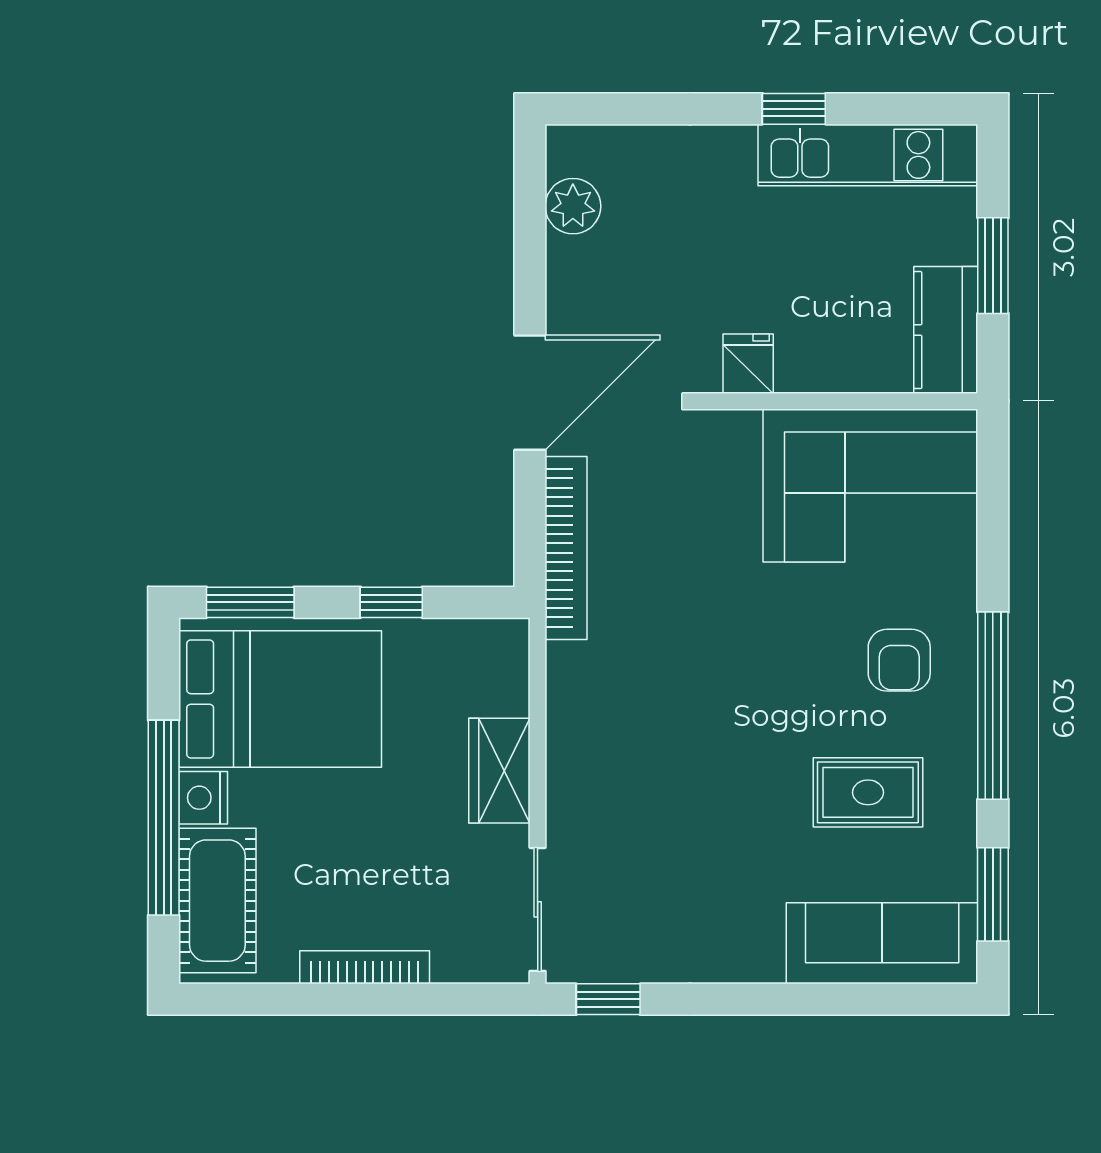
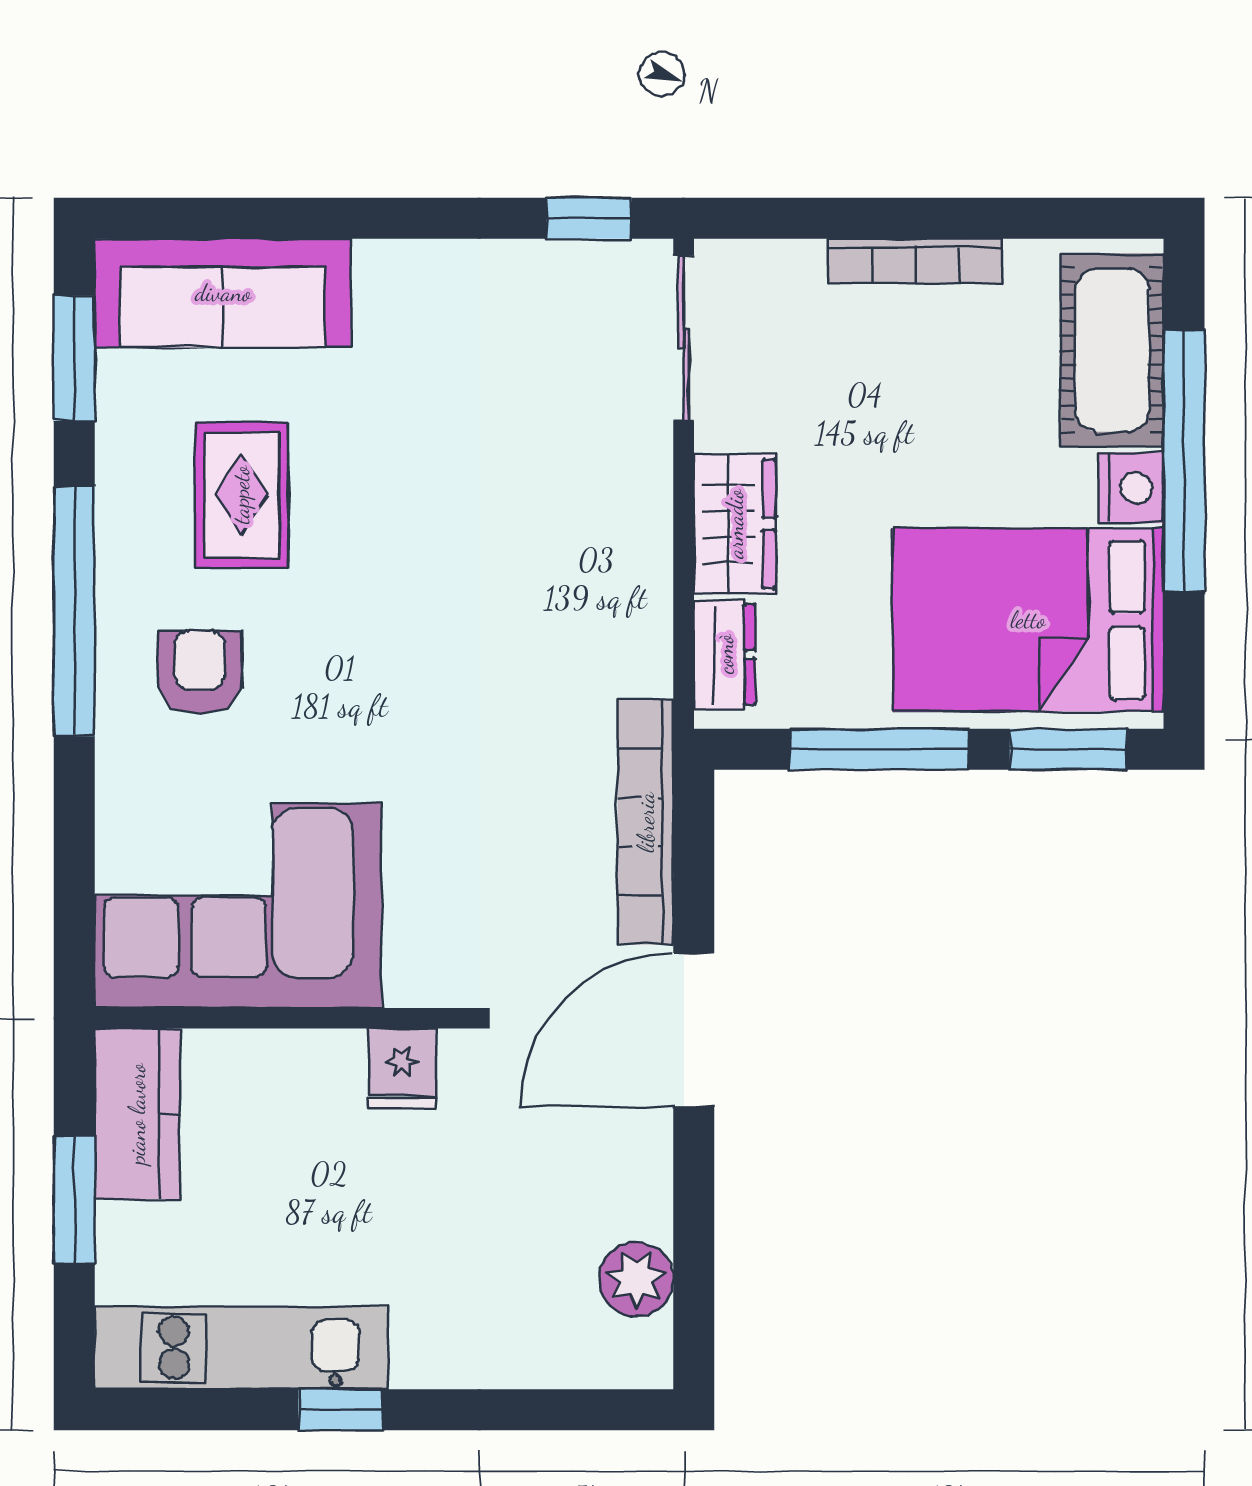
window: (391, 602) -> (879, 749), width x2.17
dresser: (507, 673) -> (725, 654), added
rug: (868, 792) -> (241, 495), turned 90

